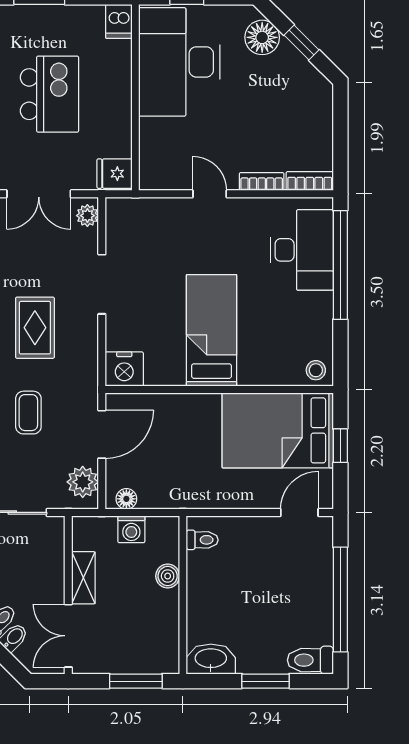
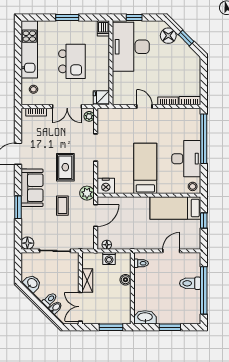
desk: (302, 250) -> (186, 159), moved
bed: (278, 430) -> (175, 208), width x0.67
plant: (83, 482) -> (87, 193), moved
door: (299, 512) -> (171, 251), moved
toilet: (310, 660) -> (190, 283), moved

